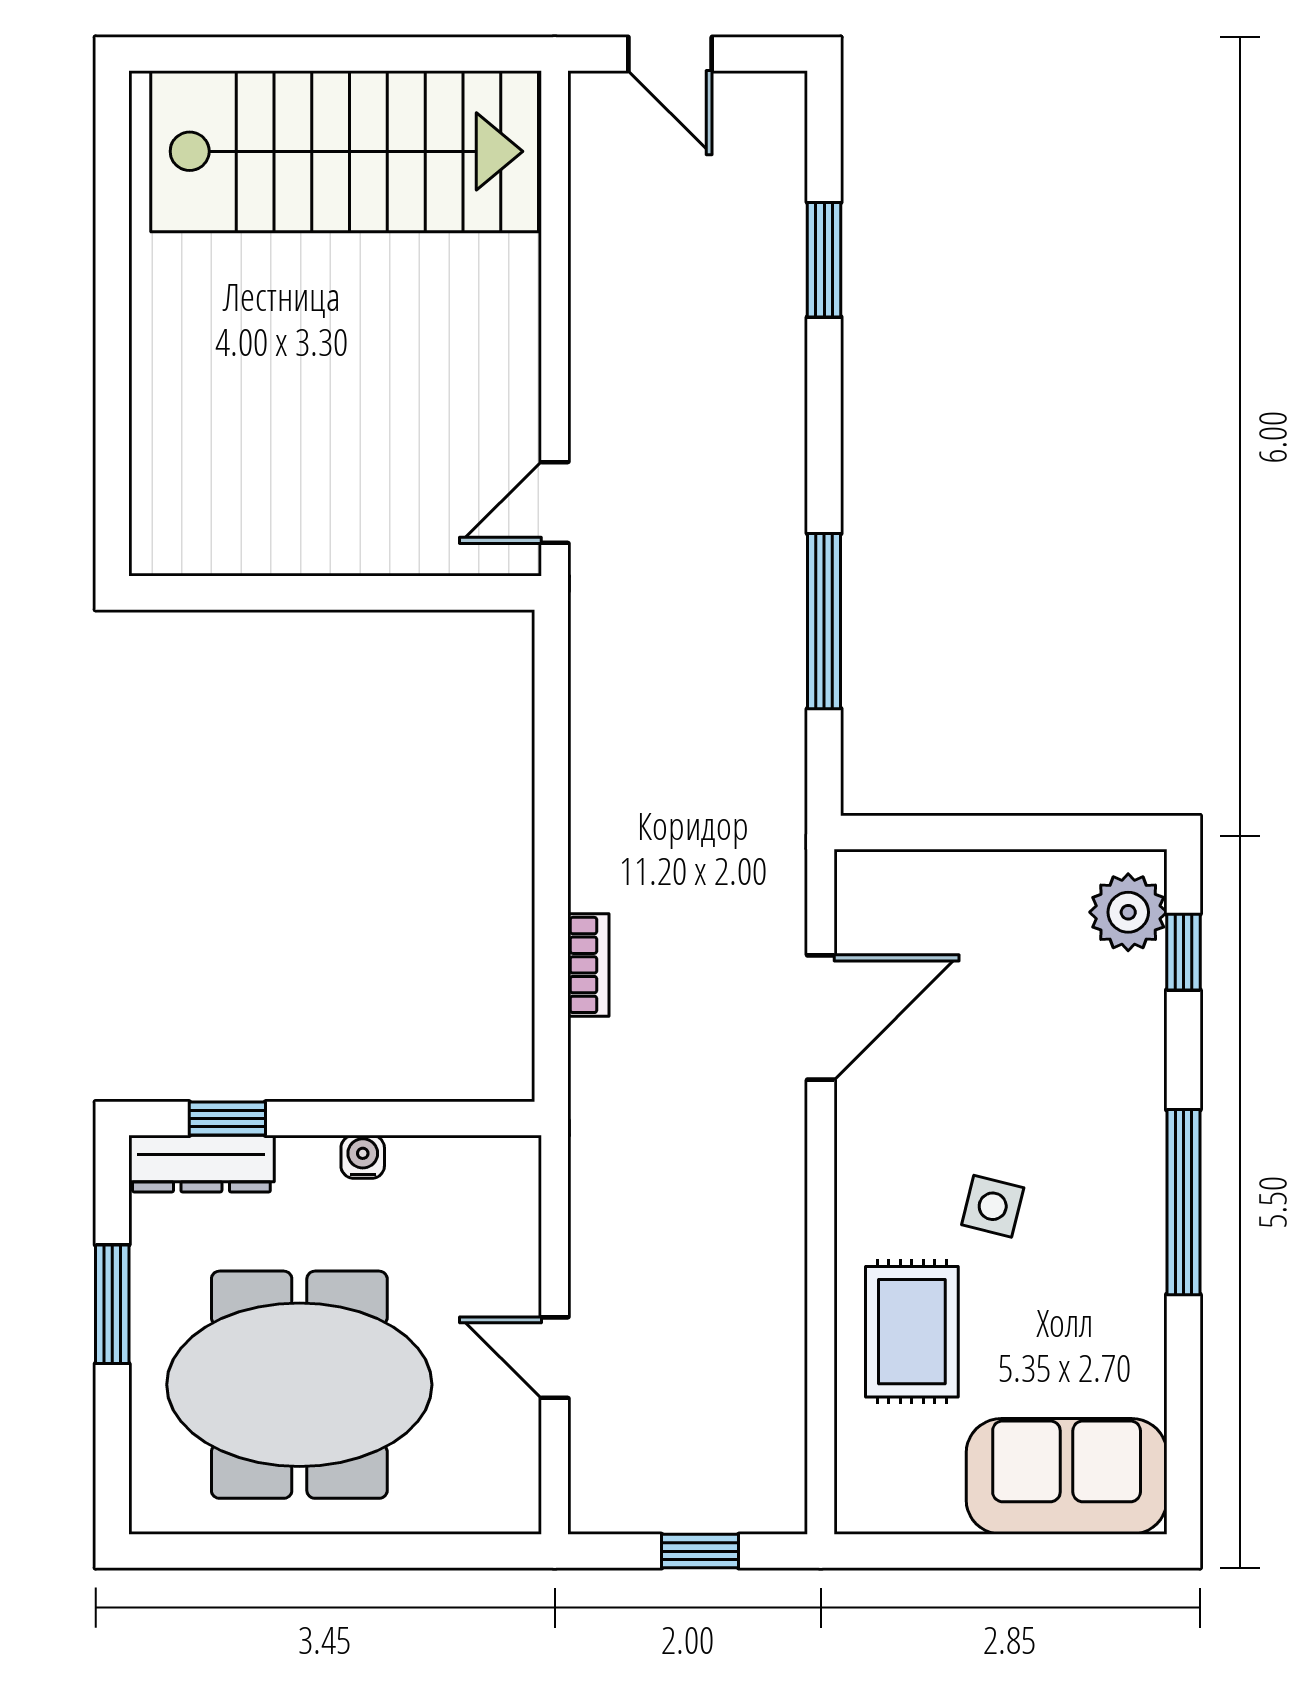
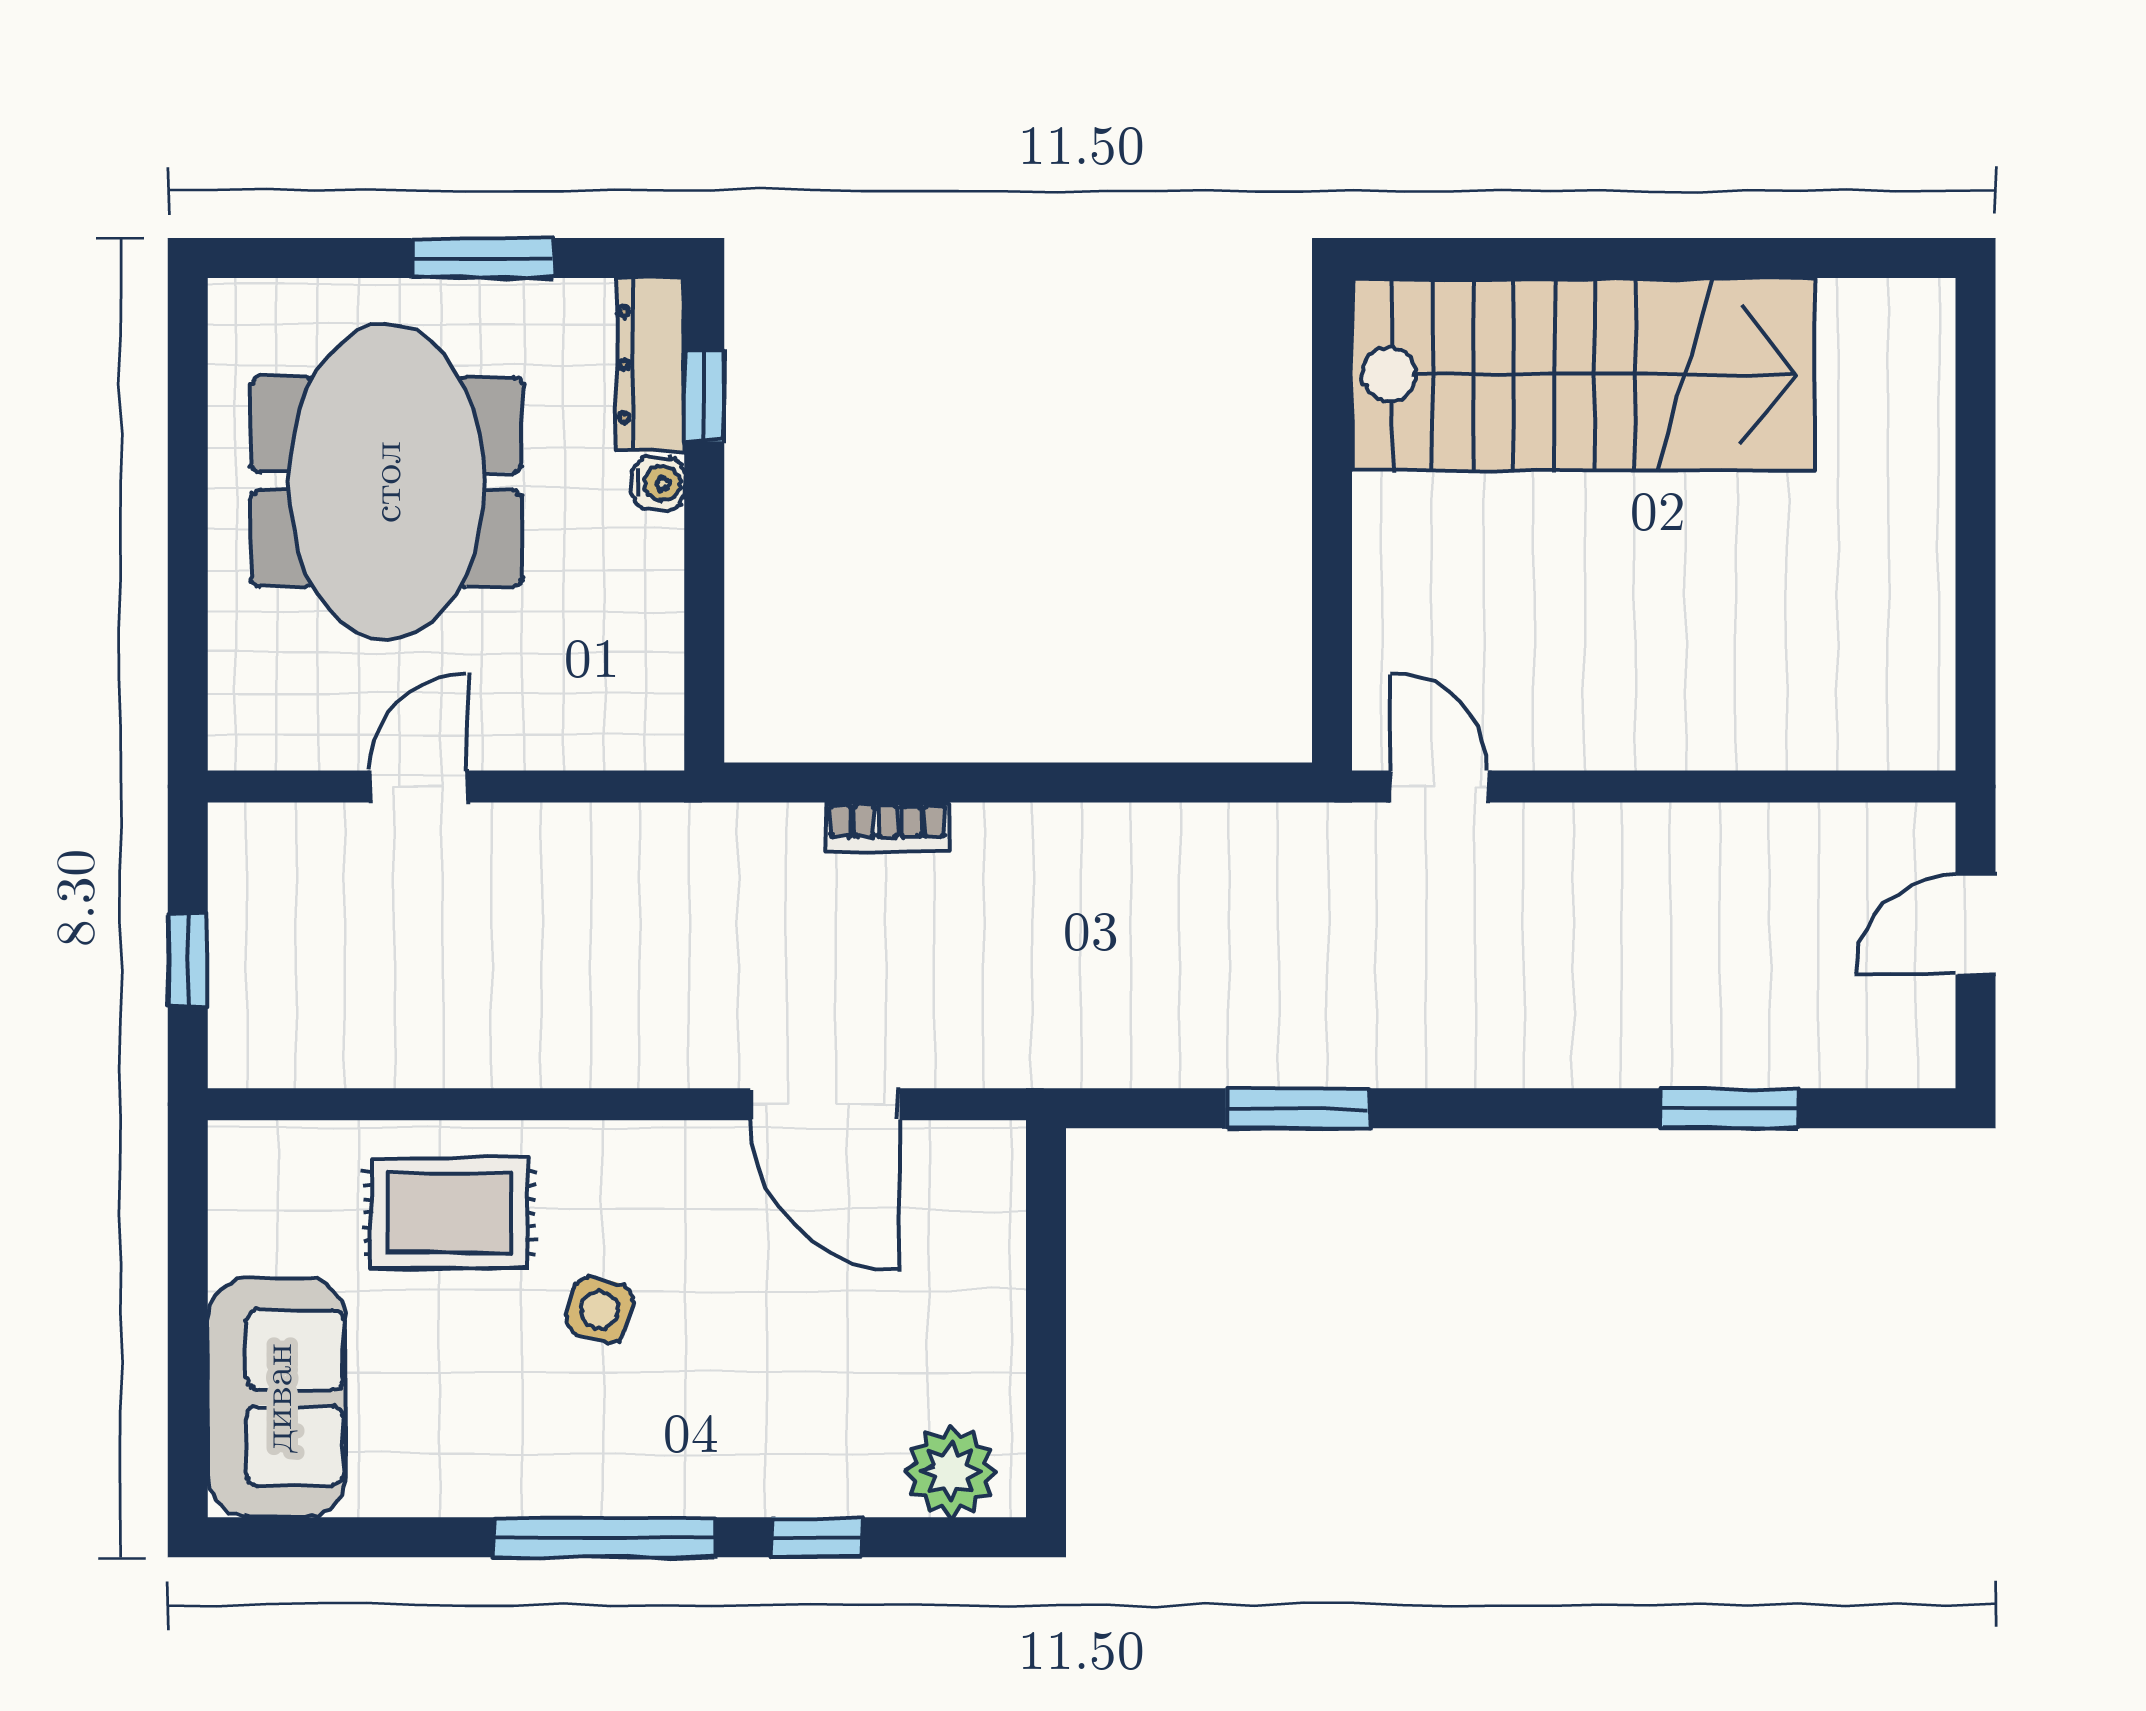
stairs: (345, 151) -> (1583, 374), moved, turned -90
window: (824, 621) -> (1298, 1108), width x0.69
window: (1183, 952) -> (817, 1537), moved
water cooler: (363, 1157) -> (658, 484), moved

